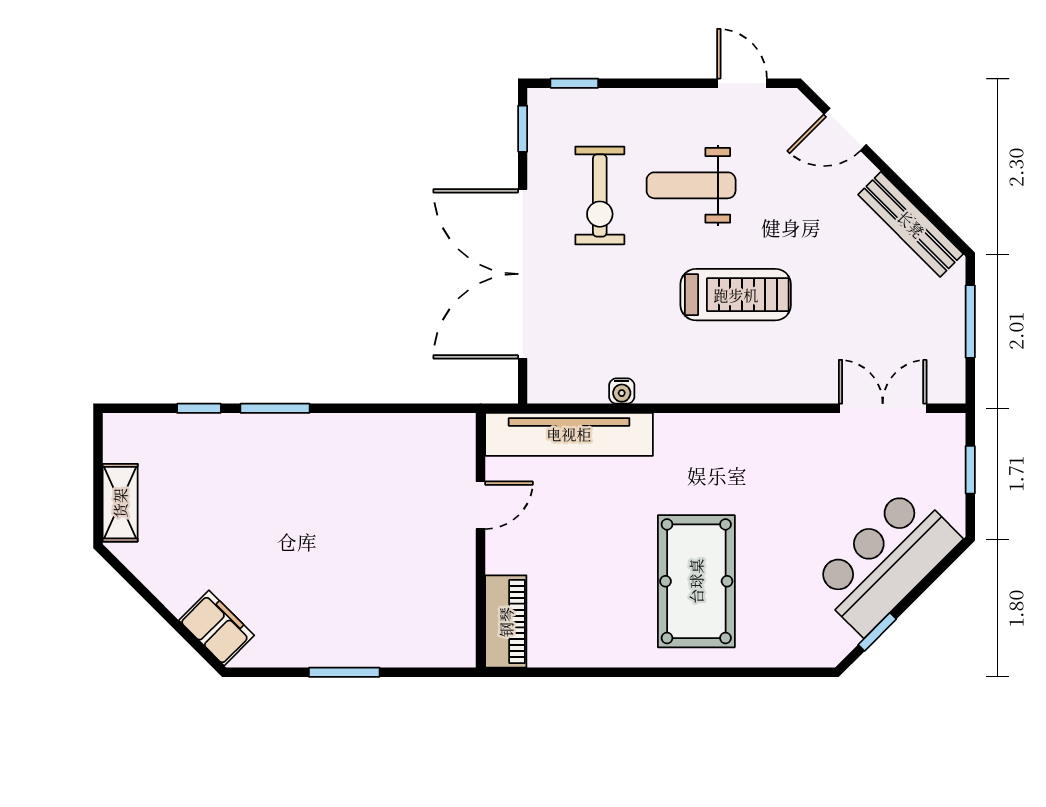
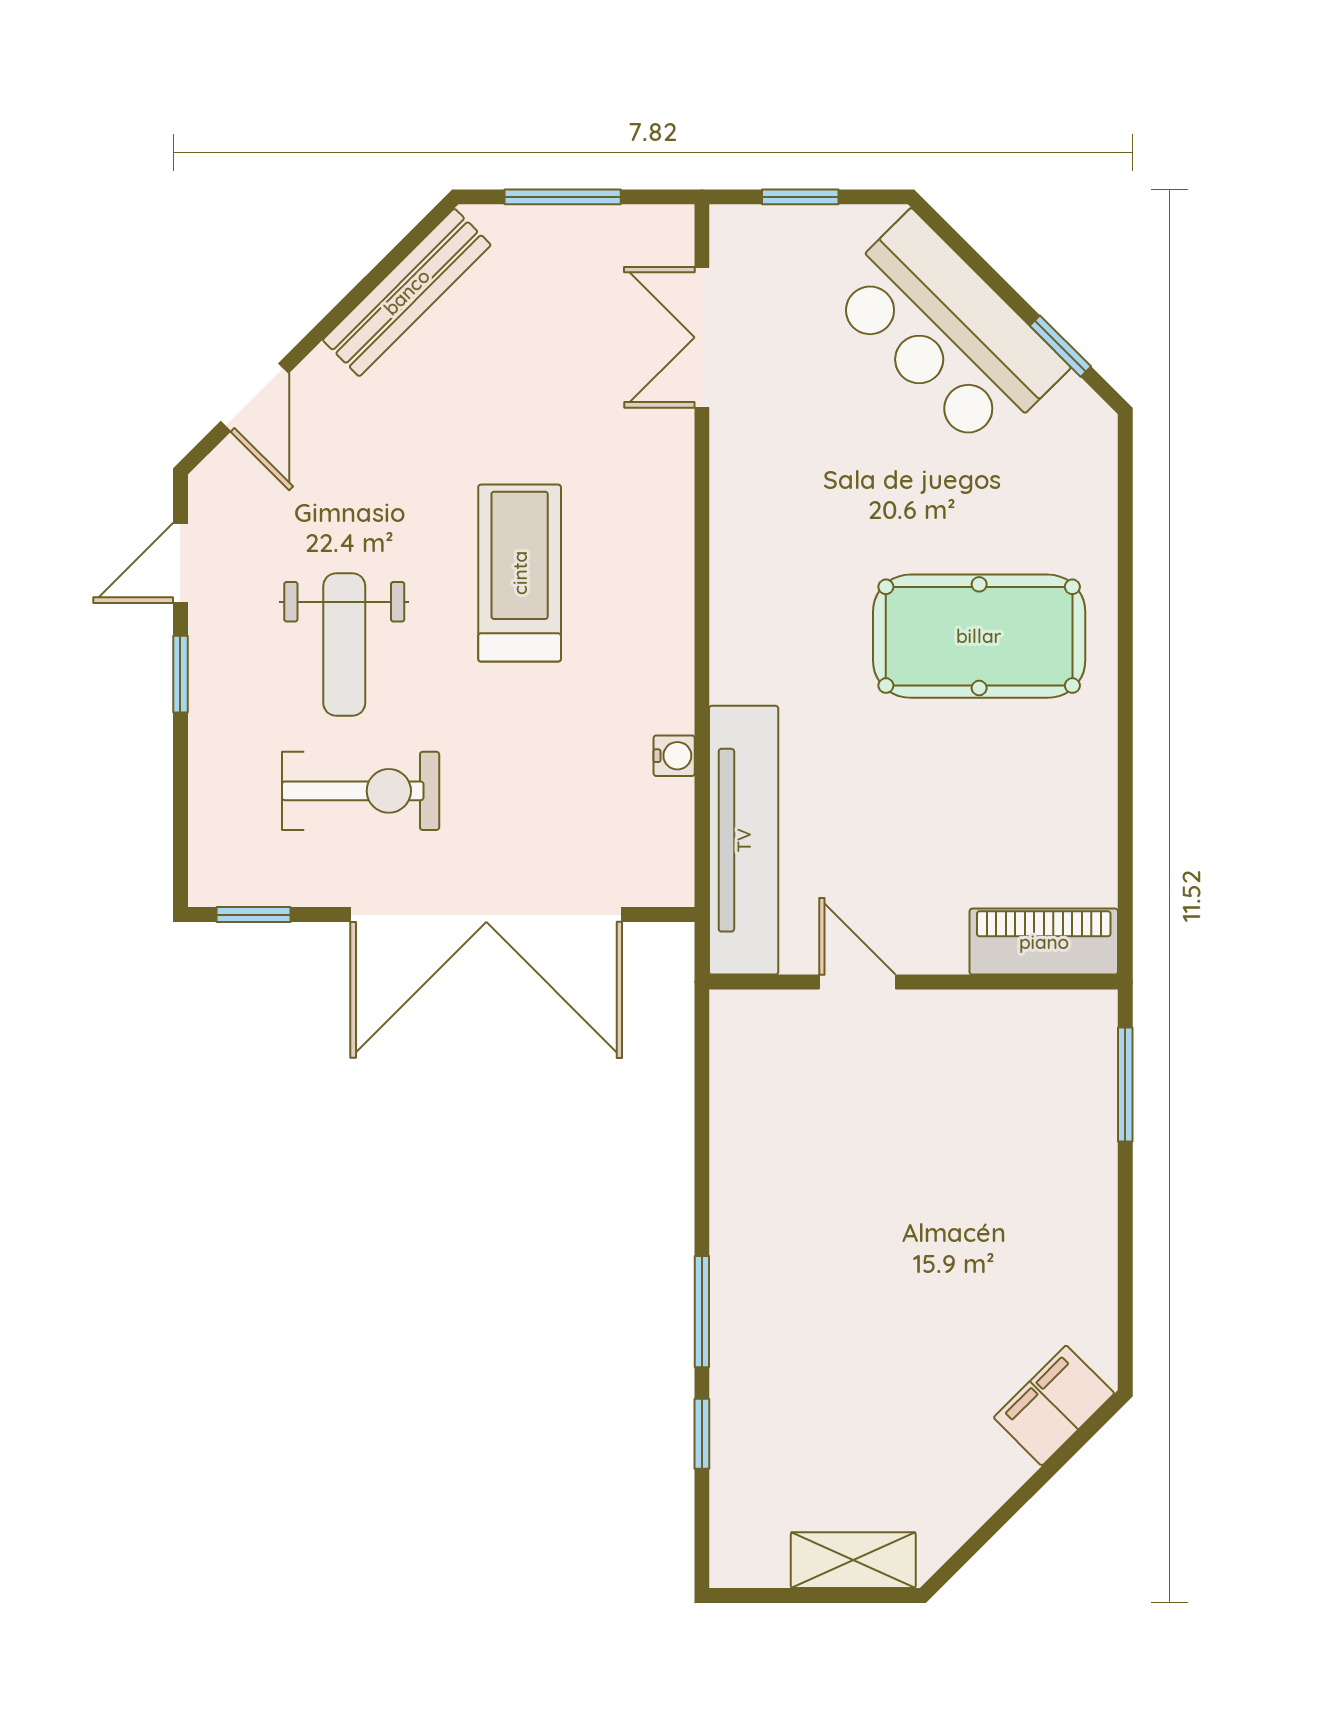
window: (574, 83) -> (180, 674), moved
window: (344, 672) -> (1125, 1084), moved

